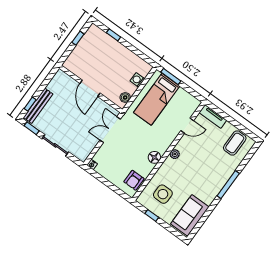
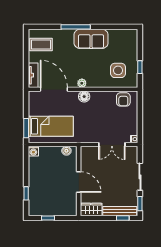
washing machine: (137, 80) -> (33, 151), moved
wardrobe: (58, 82) -> (91, 209), added
door: (90, 88) -> (79, 182), hinge flipped
door: (187, 126) -> (54, 89), width x1.87
double door: (110, 130) -> (112, 145), moved
floor lamp: (154, 157) -> (84, 97), moved
armchair: (134, 180) -> (123, 99), turned 90
sofa: (190, 215) -> (91, 39), moved

